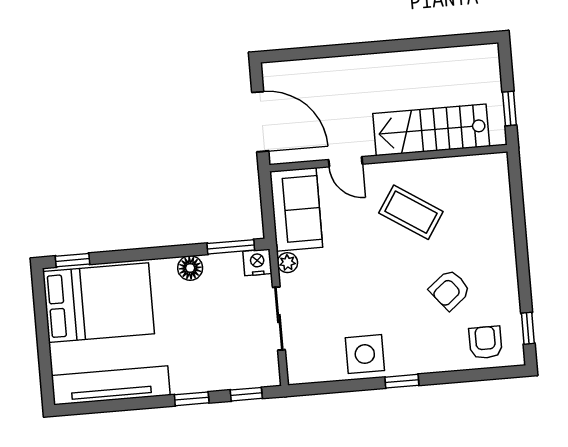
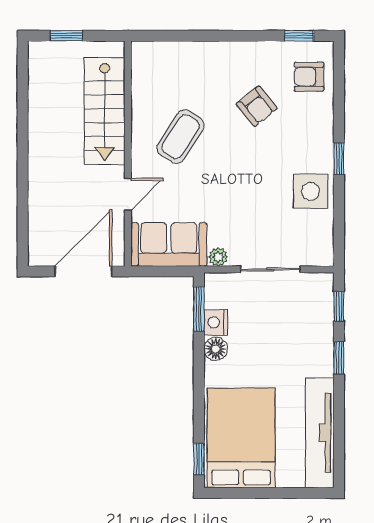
window: (509, 108) -> (66, 36), moved
nightstand: (257, 262) -> (216, 322), moved

